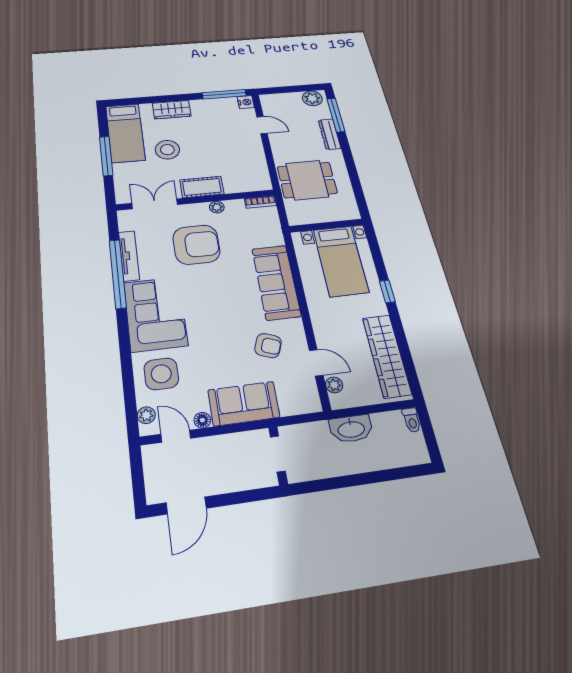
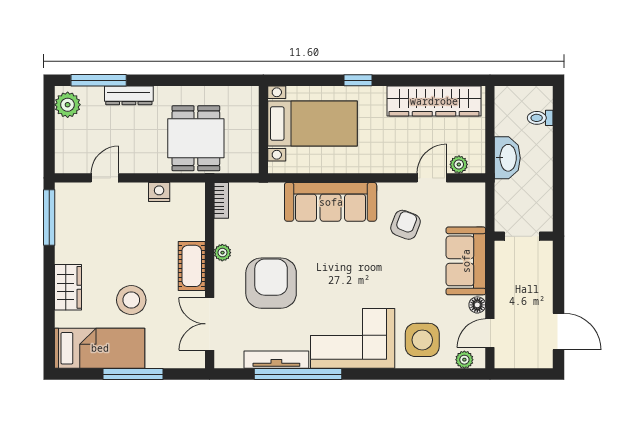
nightstand: (246, 102) -> (159, 192), moved
toilet: (412, 420) -> (540, 118), moved, turned 180

